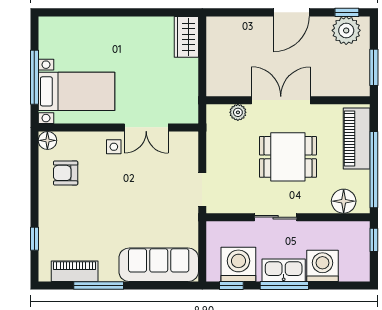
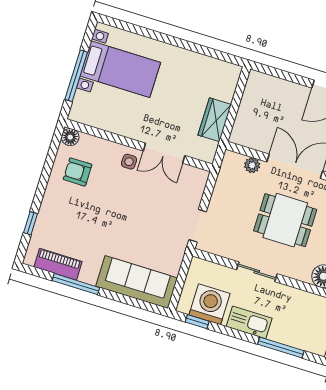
wardrobe: (186, 37) -> (215, 120), moved
bed with nightstands: (76, 91) -> (120, 69), moved
washing machine: (322, 266) -> (286, 329), removed
window: (284, 286) -> (281, 348), moved

